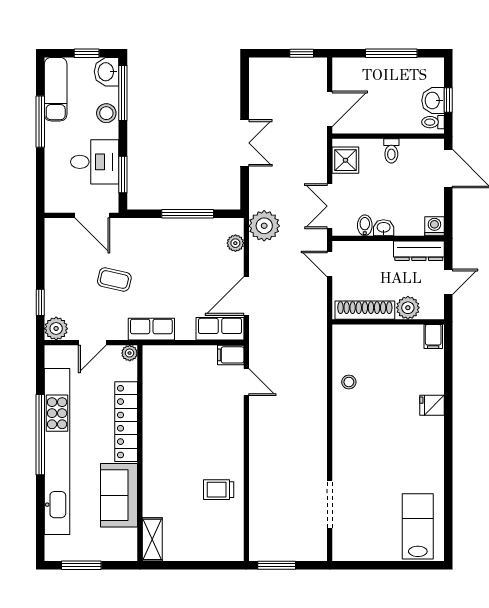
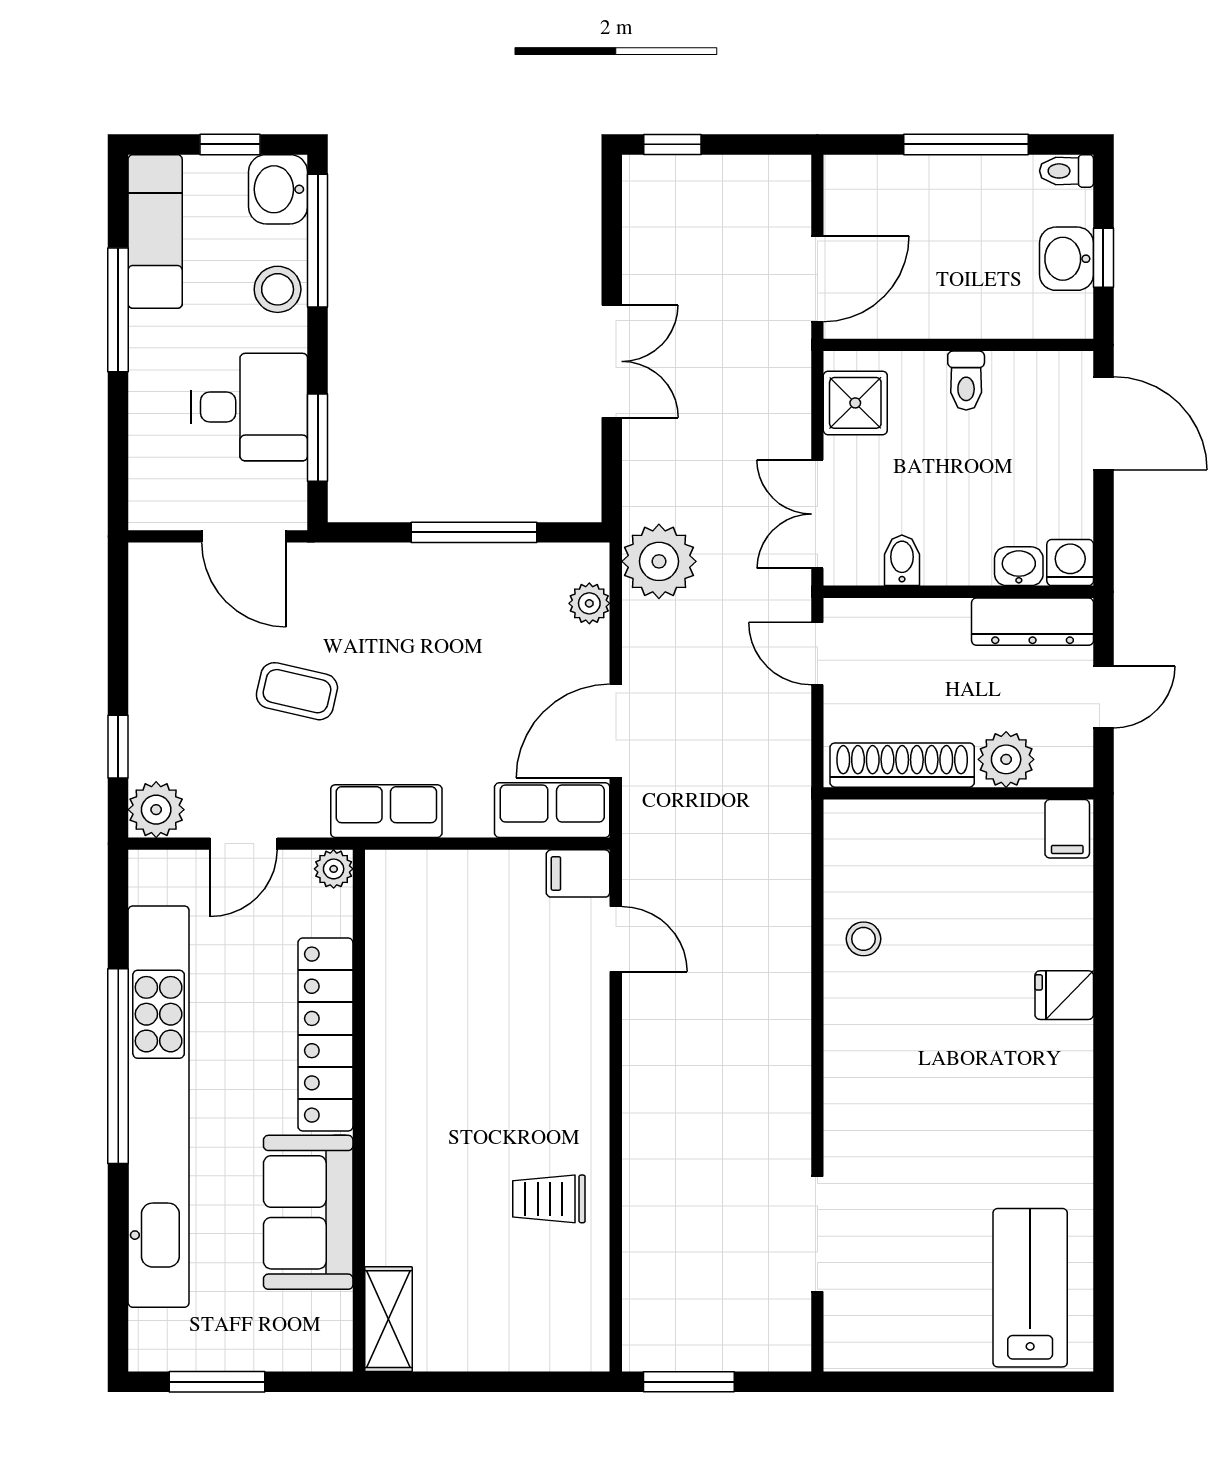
window: (302, 53) -> (672, 144), moved
toilet: (433, 122) -> (1067, 171), moved
washbasin: (384, 228) -> (1019, 566), moved

